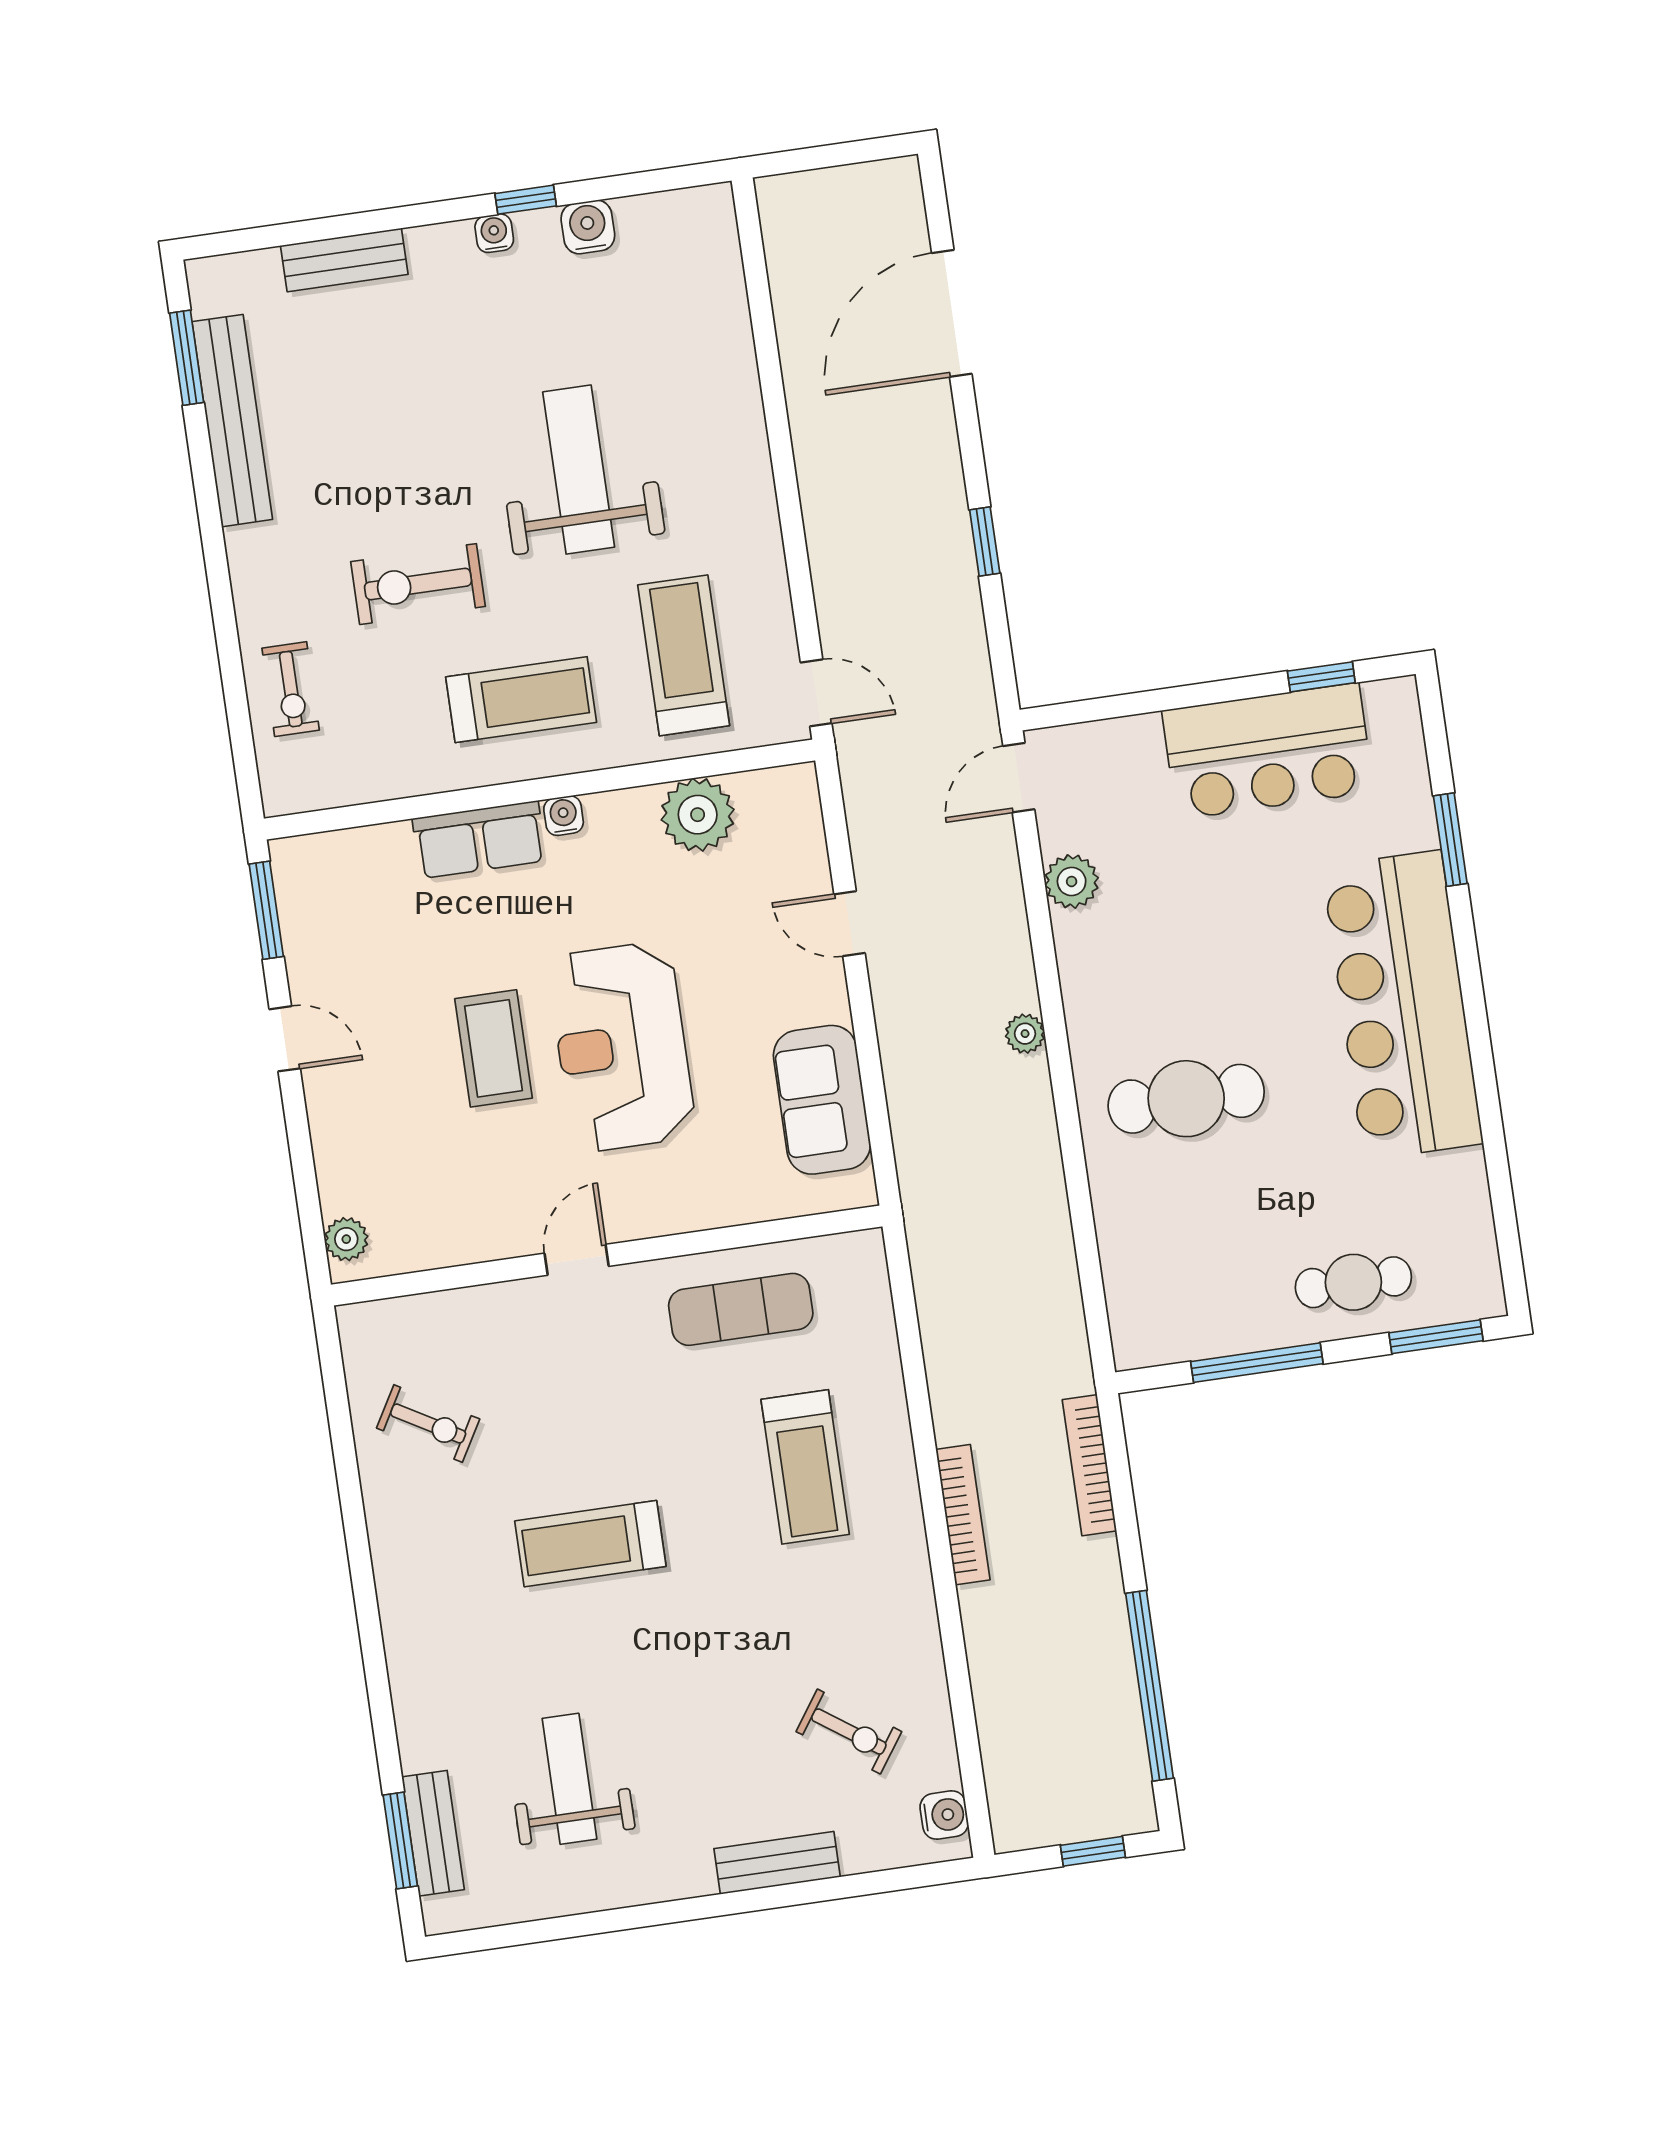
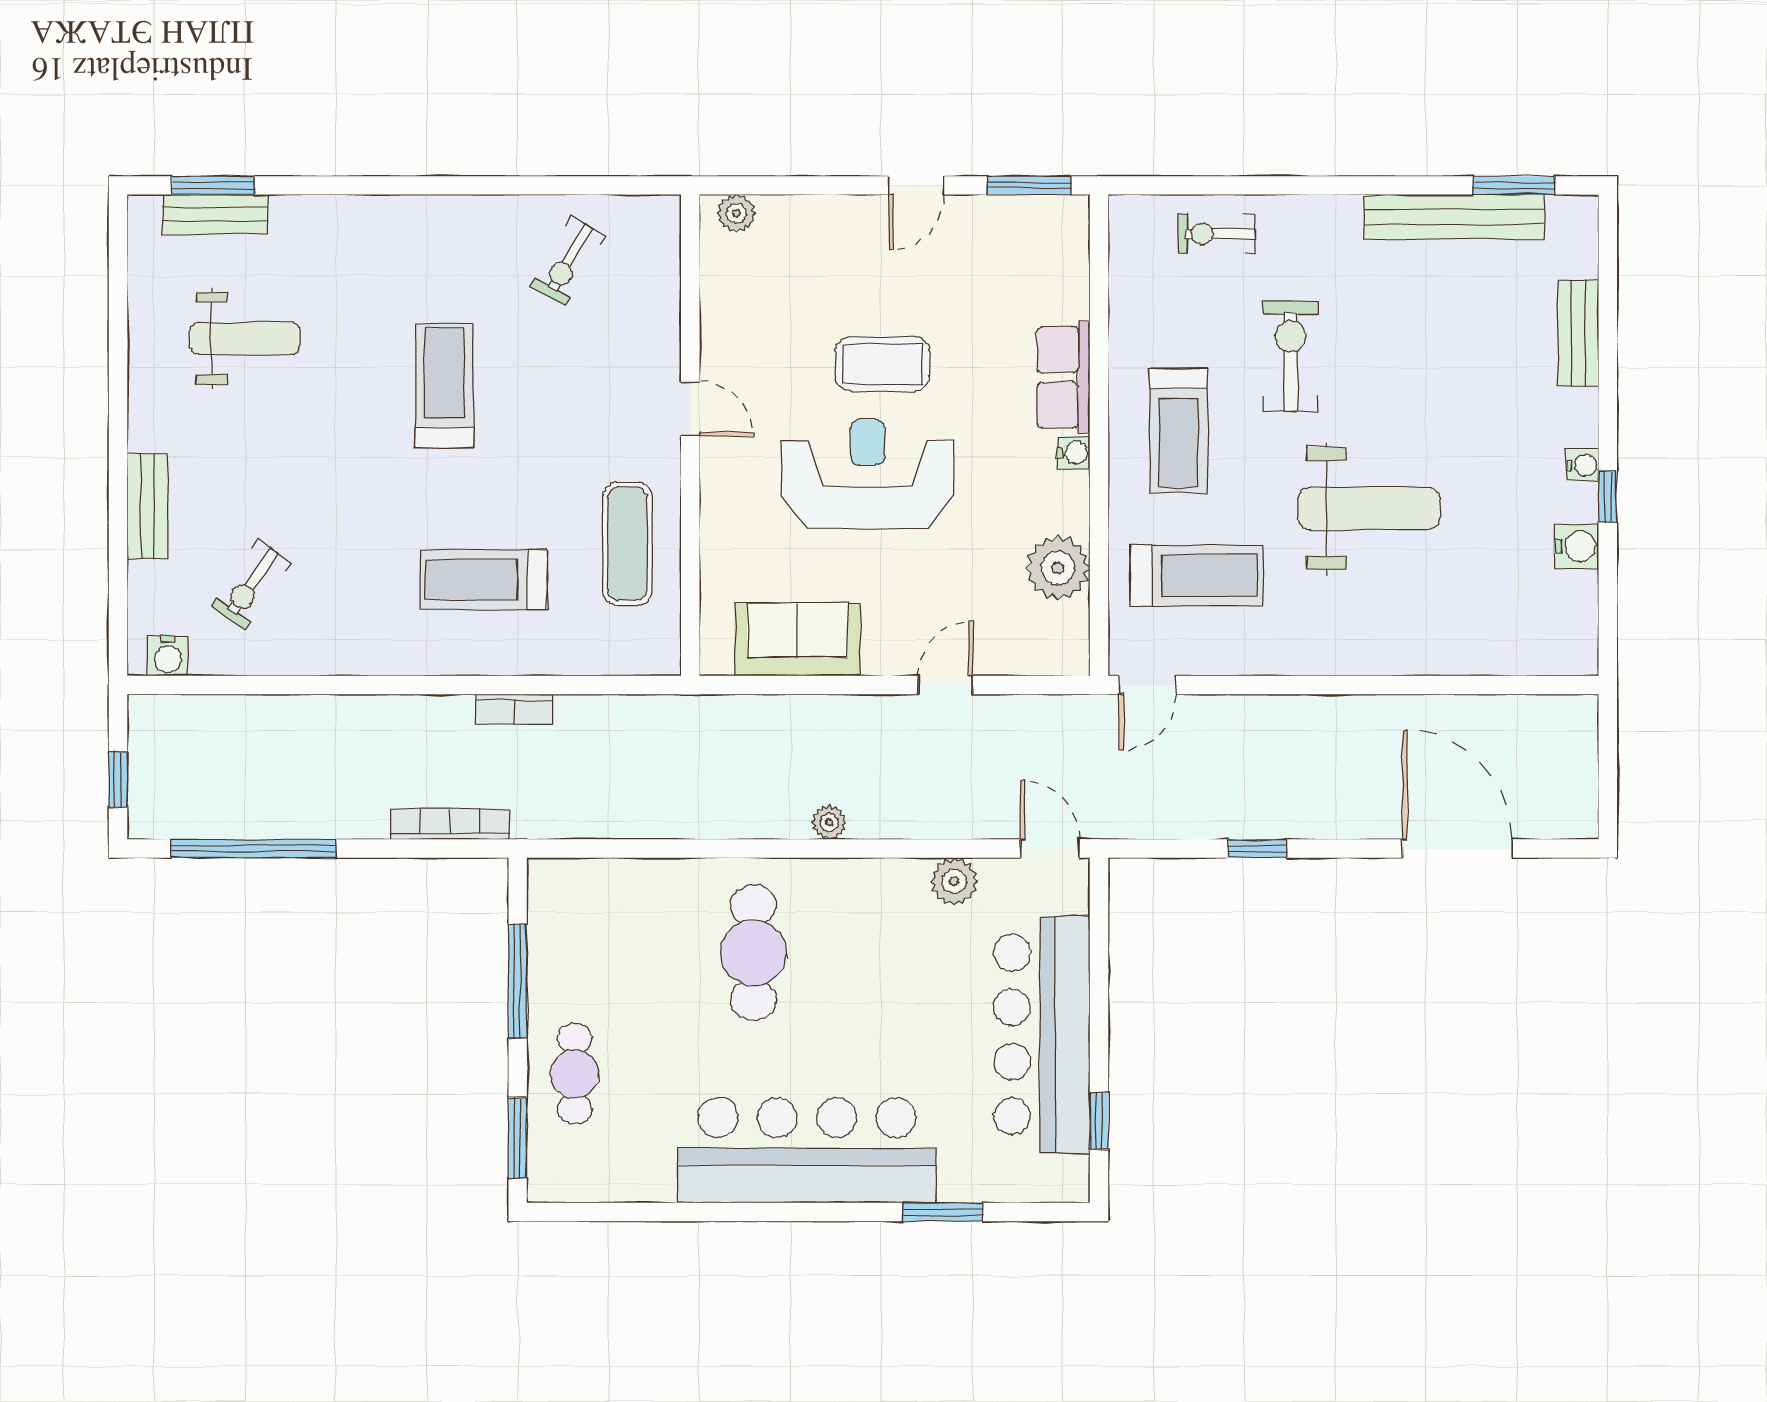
bar counter: (1268, 751) -> (1042, 1035), width x1.36
bookcase: (963, 1515) -> (514, 709), moved, width x0.64

